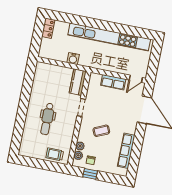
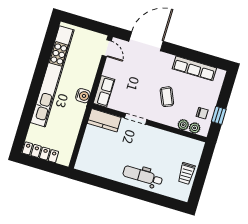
locker: (48, 28) -> (40, 152), width x1.53
water cooler: (73, 59) -> (83, 96), moved
row of seats: (113, 82) -> (104, 91), moved
dental chair: (47, 119) -> (143, 176), moved, turned 180
trolley: (55, 154) -> (186, 173), moved

